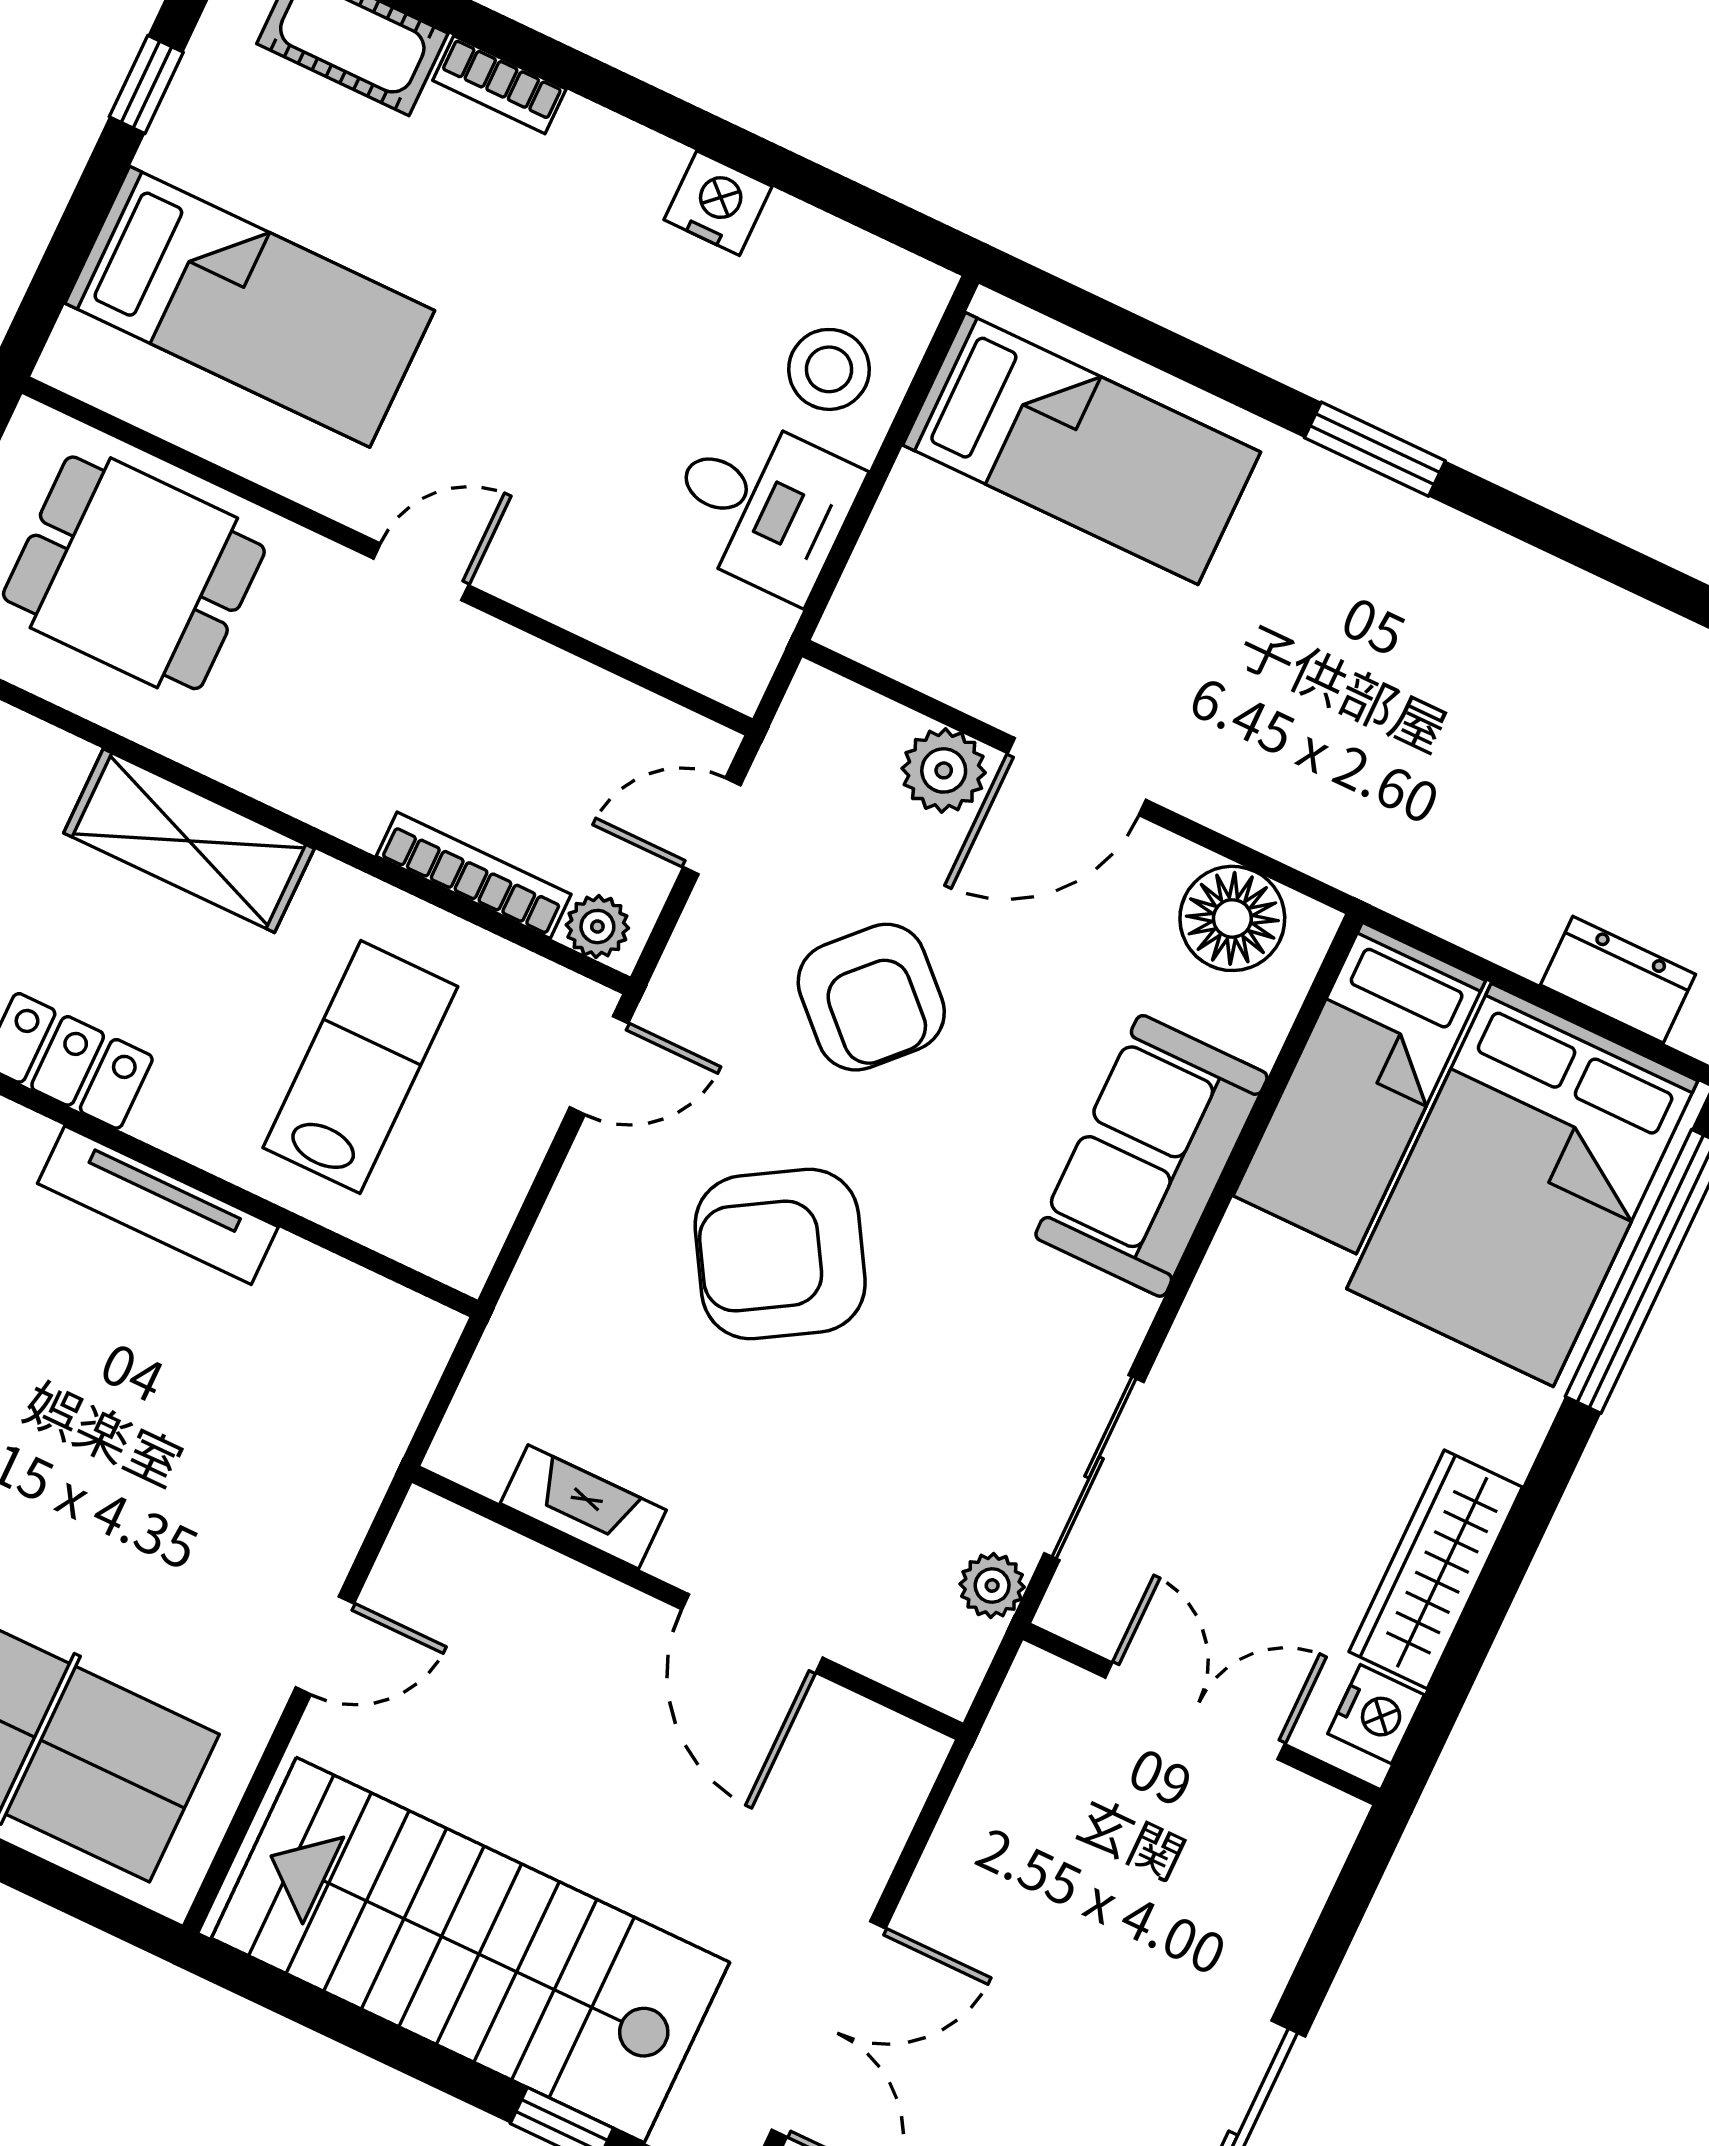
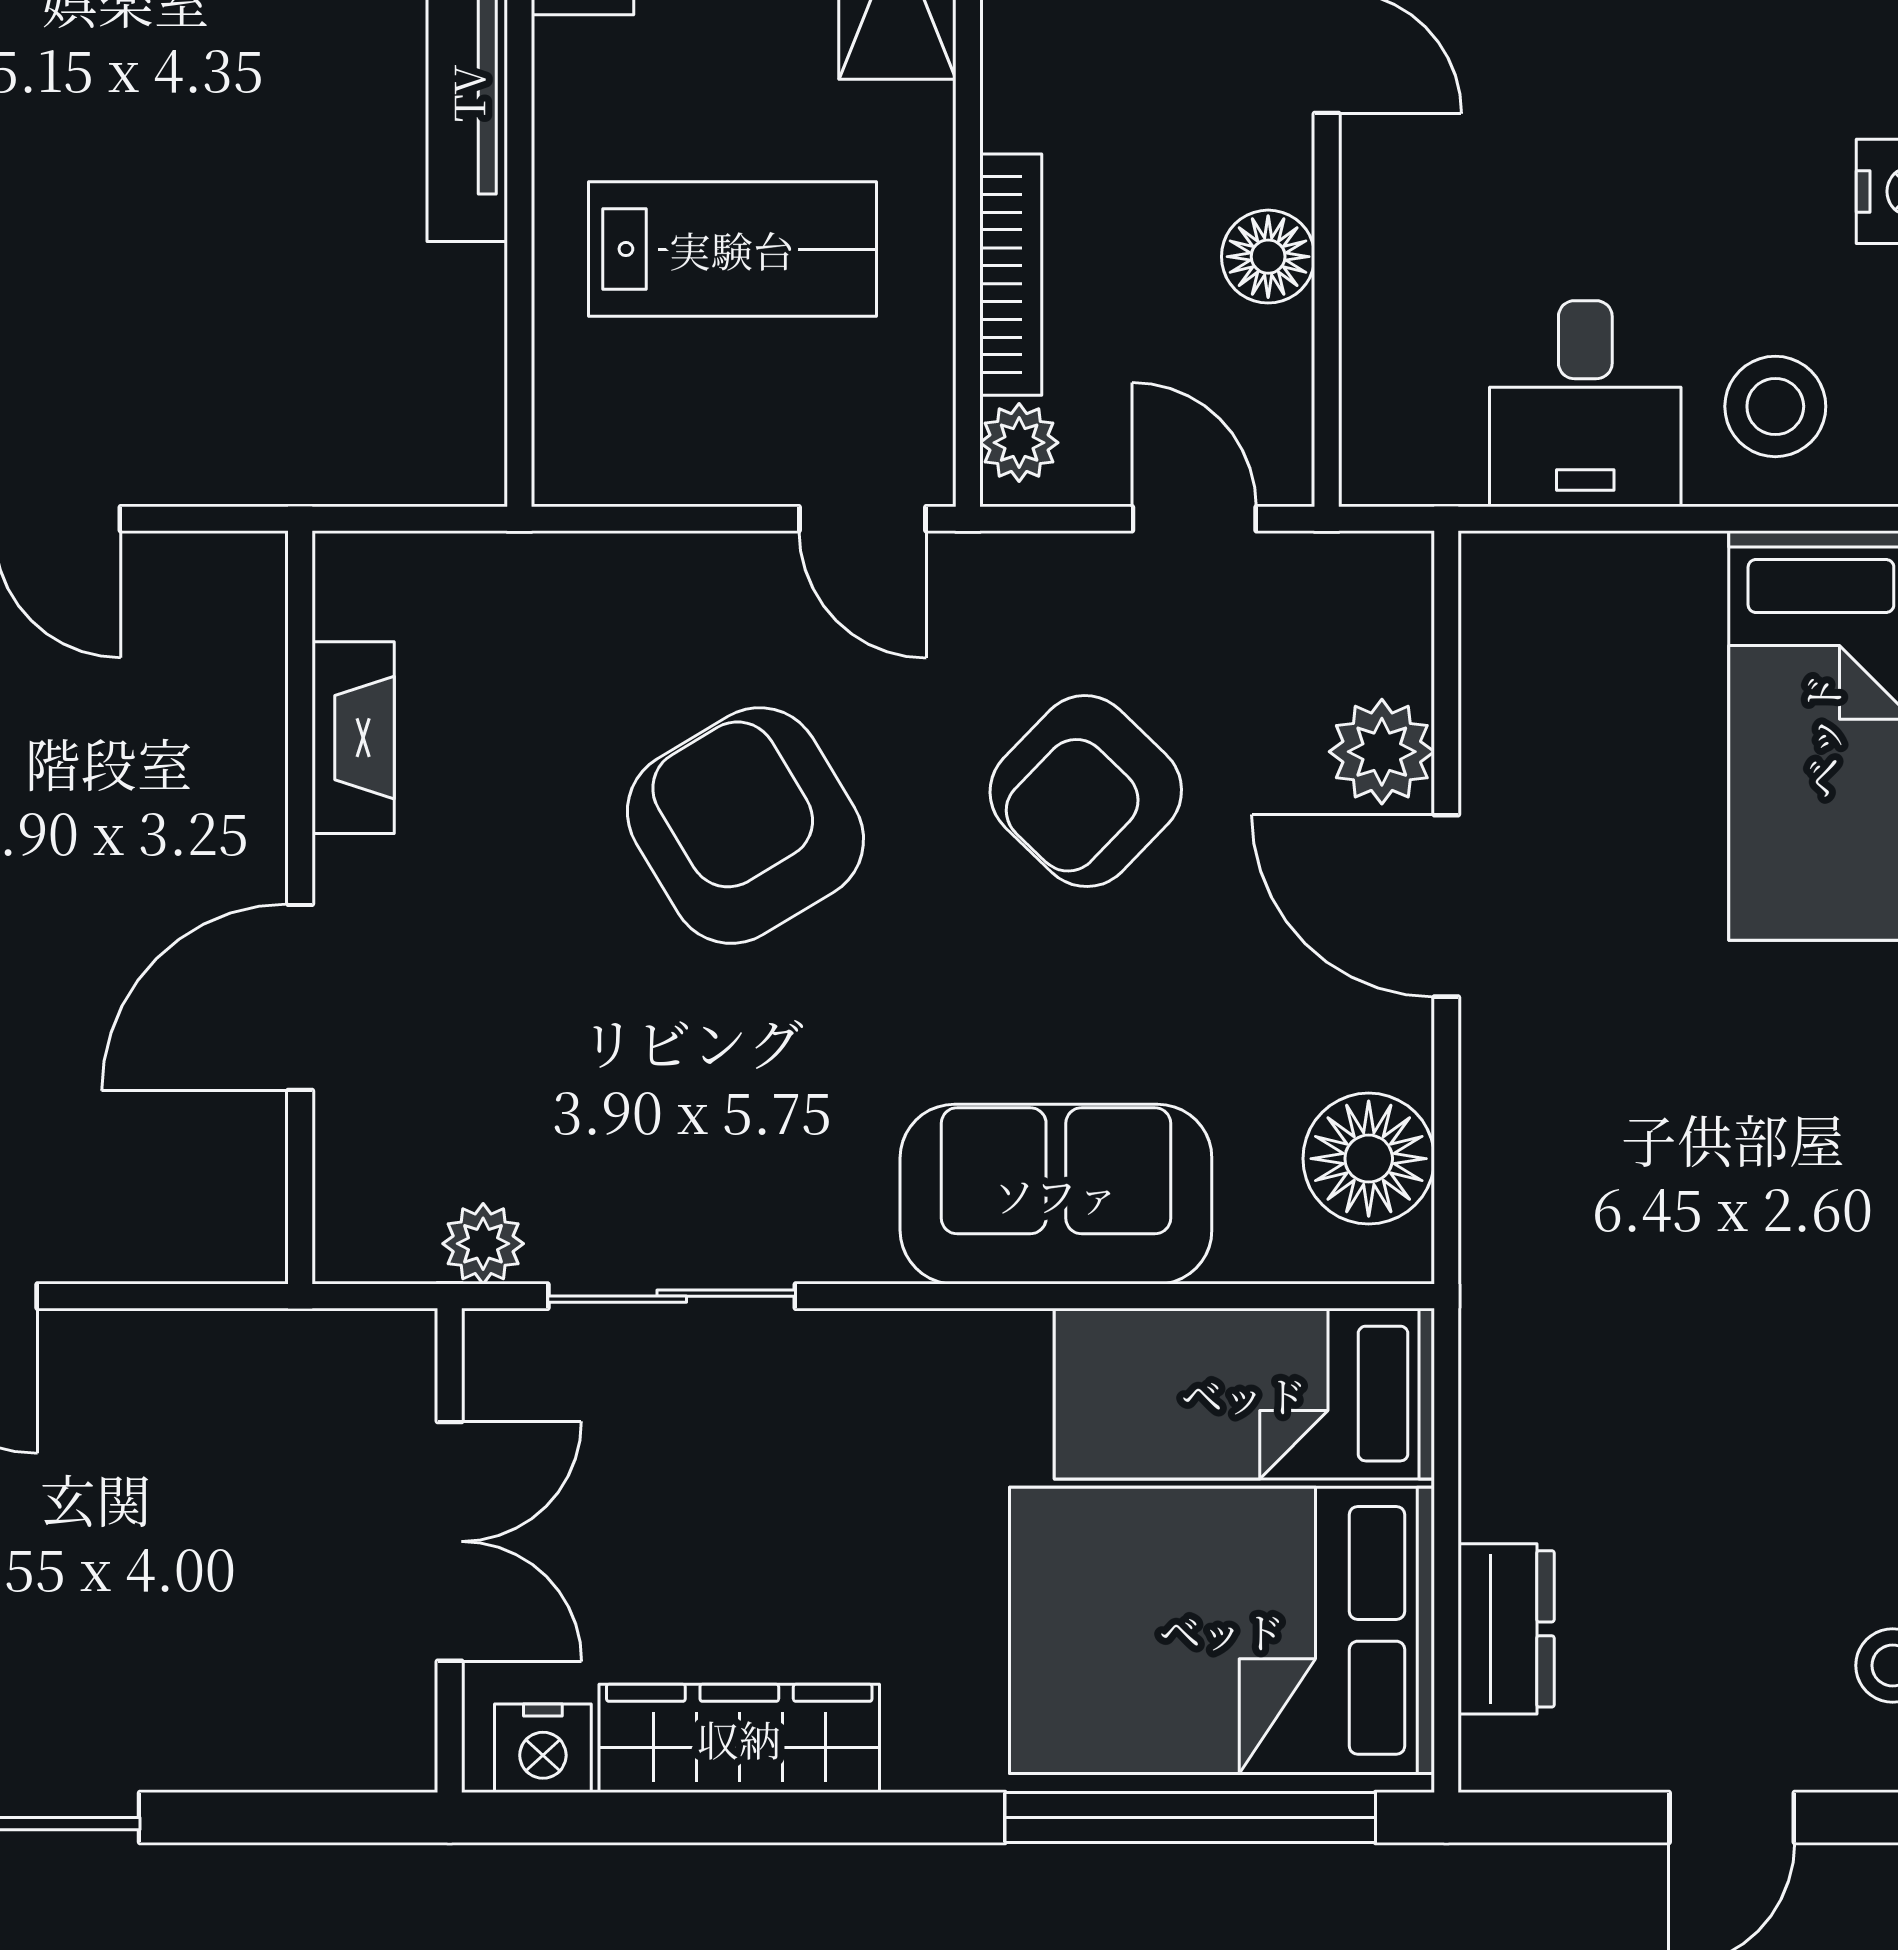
floor lamp: (548, 684) -> (1268, 257), added

